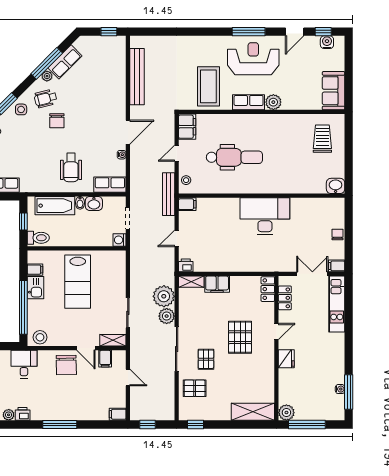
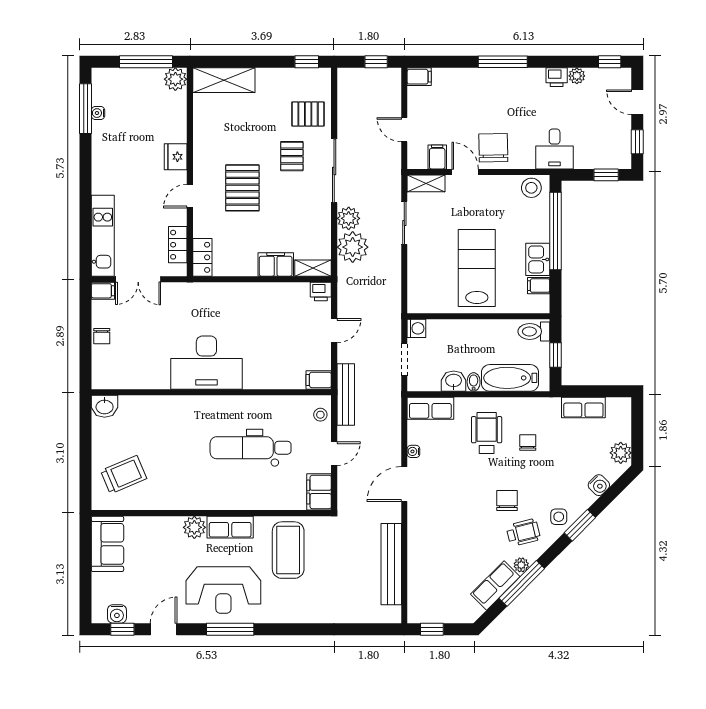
trolley: (322, 139) -> (124, 475), turned -113
chair: (43, 161) -> (528, 443), added

